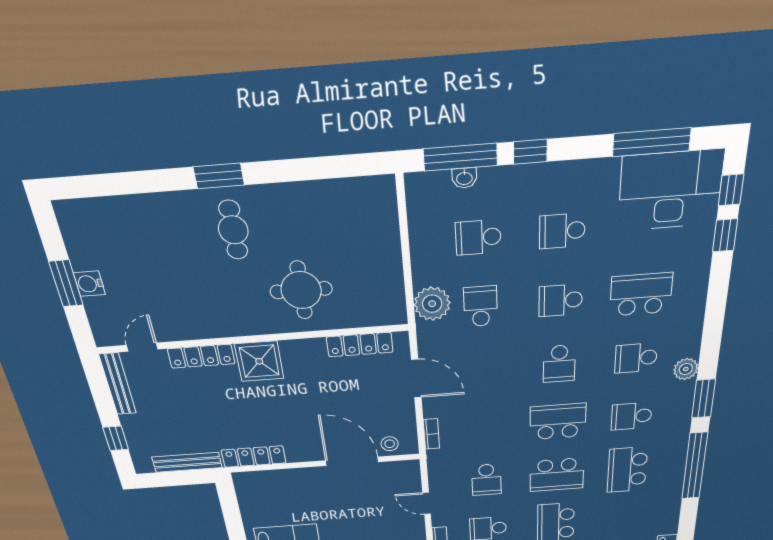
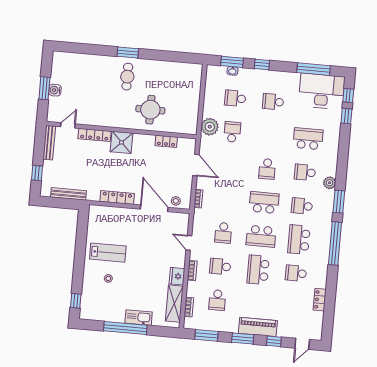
window: (460, 157) -> (232, 62), width x0.69
school desk: (561, 300) -> (296, 273), moved
locker: (360, 345) -> (166, 141), width x0.66
locker: (254, 457) -> (117, 198), moved

